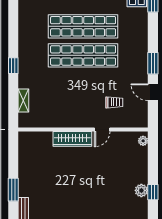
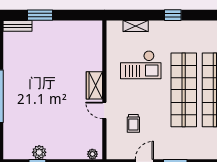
checkout: (60, 96) -> (141, 65), added
wardrobe: (72, 139) -> (94, 85), width x0.67

